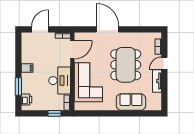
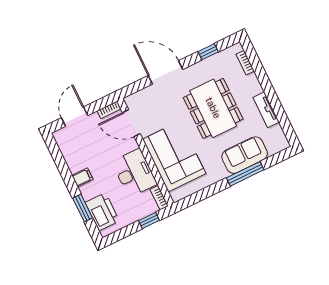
window: (139, 29) -> (208, 52), added
door: (72, 50) -> (131, 123), swing flipped
door: (164, 63) -> (264, 81), removed
printer: (26, 99) -> (102, 212), width x1.87, depth x1.48
window: (126, 113) -> (245, 174), added

